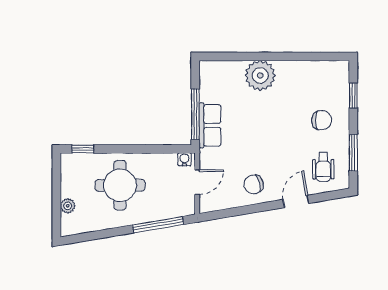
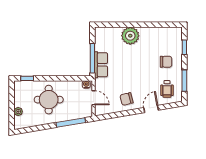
door: (197, 182) -> (94, 98), hinge flipped

